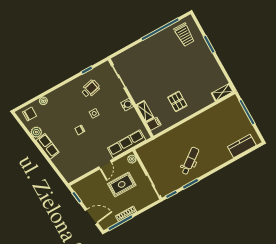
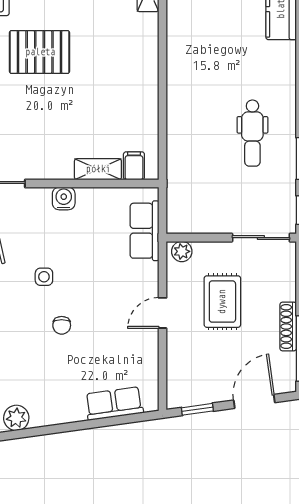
pallet: (177, 101) -> (40, 52), moved, width x1.50, depth x1.42
row of seats: (127, 144) -> (144, 231), width x0.68
row of seats: (47, 146) -> (114, 404), moved
dental chair: (190, 161) -> (252, 133), turned -143
door: (105, 165) -> (162, 313), swing flipped

